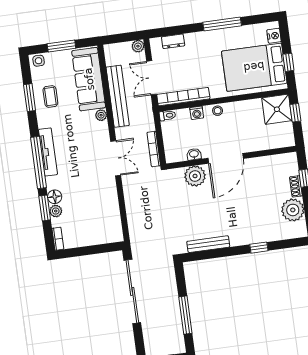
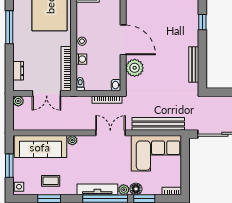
bench: (118, 96) -> (158, 124), moved
washbasin: (194, 154) -> (116, 85), moved
plant: (56, 211) -> (124, 190), moved
corner sofa: (99, 215) -> (156, 153), added

